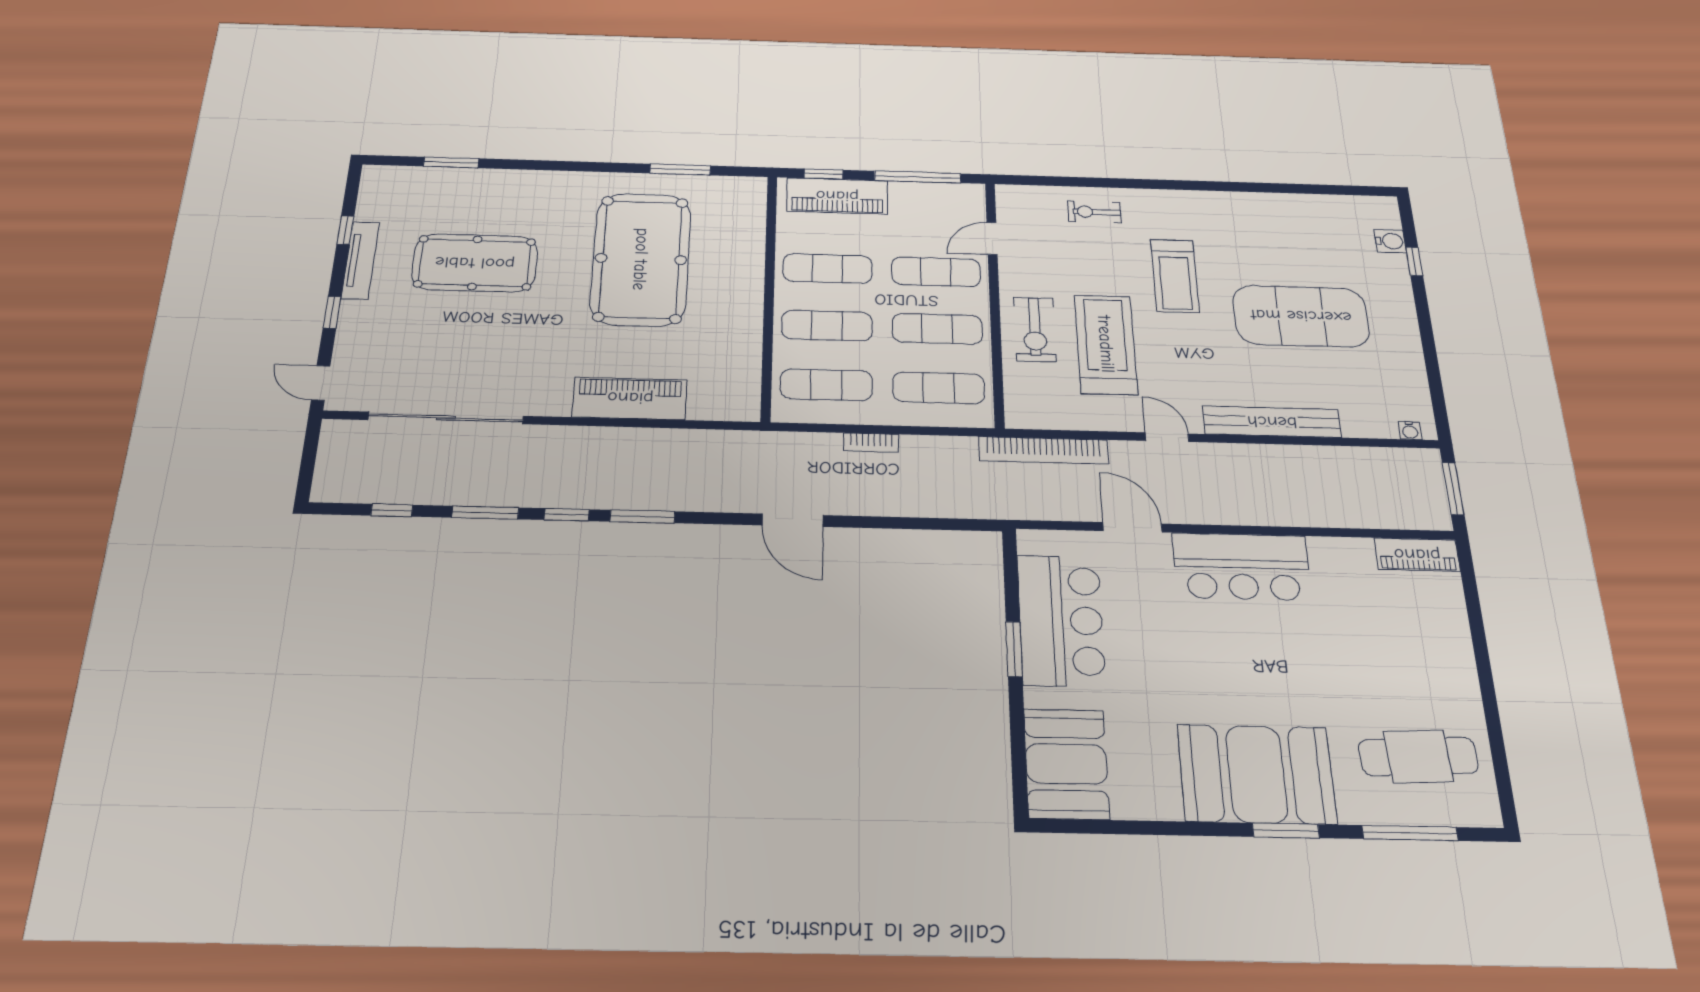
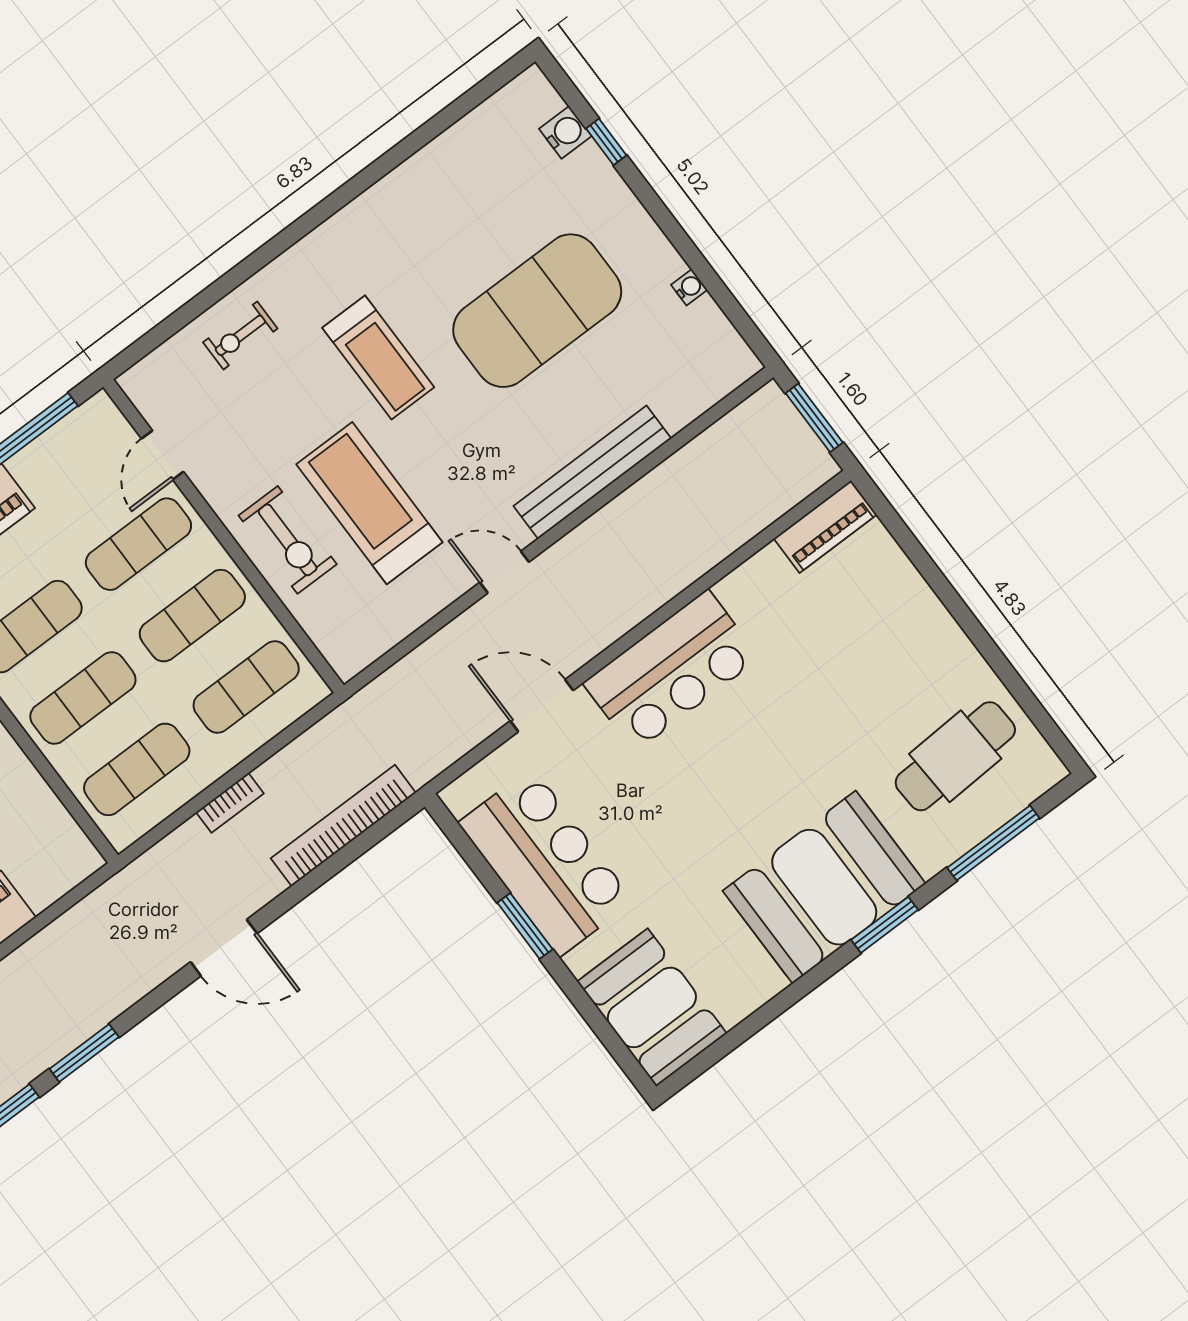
water cooler: (1410, 431) -> (689, 287), moved, turned -90
bookcase: (1043, 450) -> (343, 825), moved, turned 180

